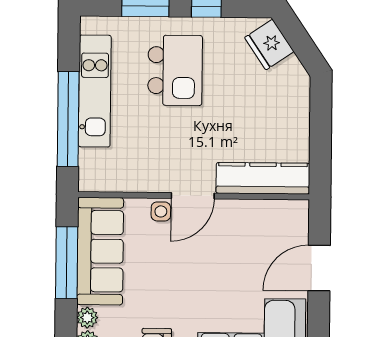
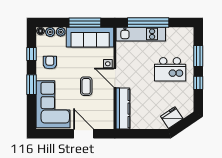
fridge: (269, 44) -> (172, 118), moved
kitchen unit: (95, 91) -> (141, 34), moved
coffee table: (211, 261) -> (86, 86), added

